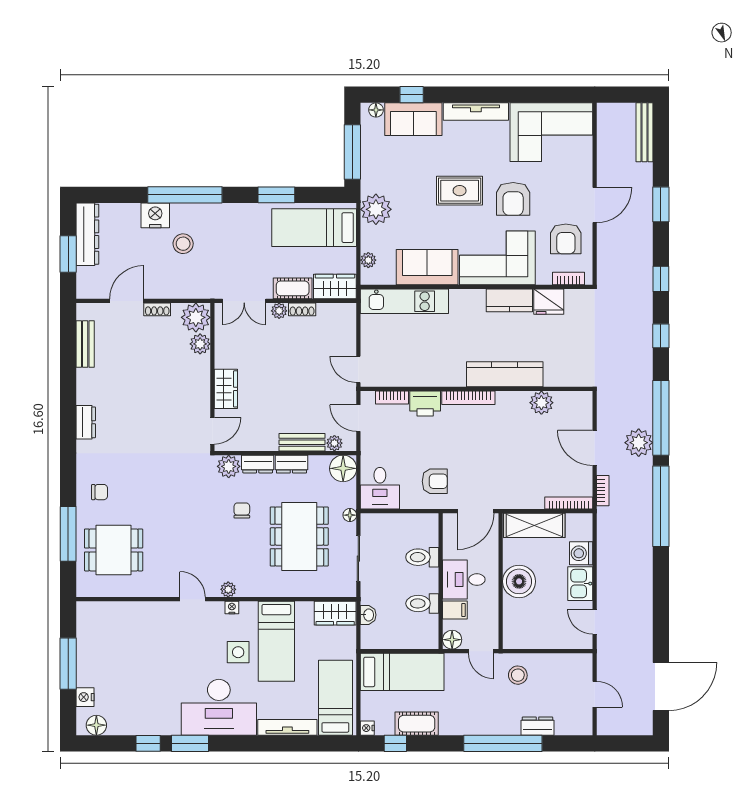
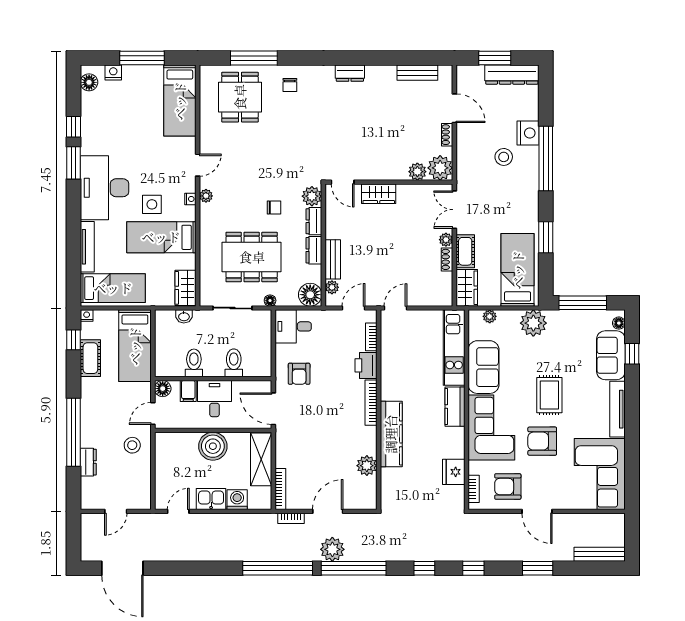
kitchen counter: (509, 300) -> (455, 407), moved
bed: (118, 620) -> (180, 101), added

